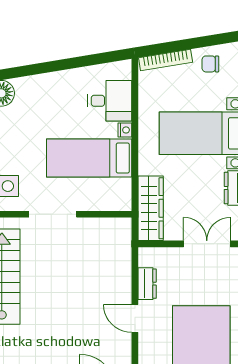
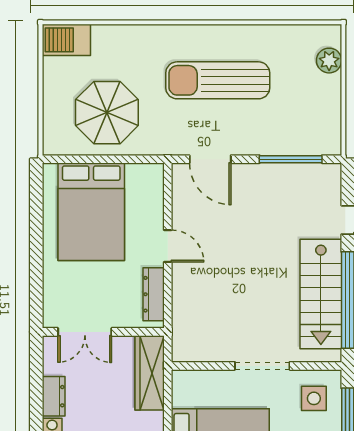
dresser: (147, 284) -> (154, 294), width x1.44

